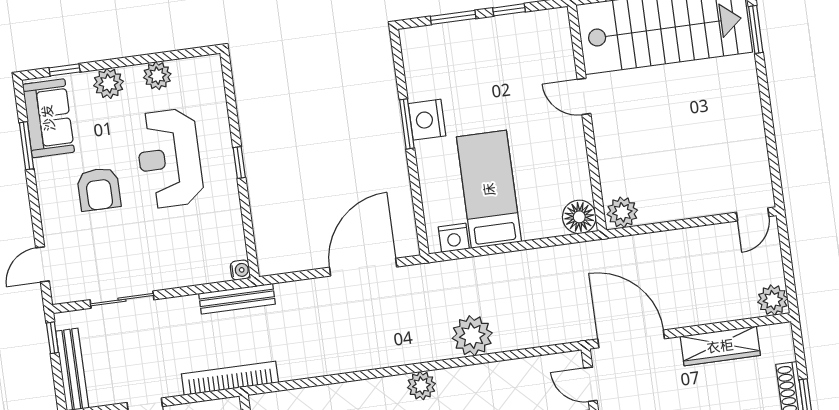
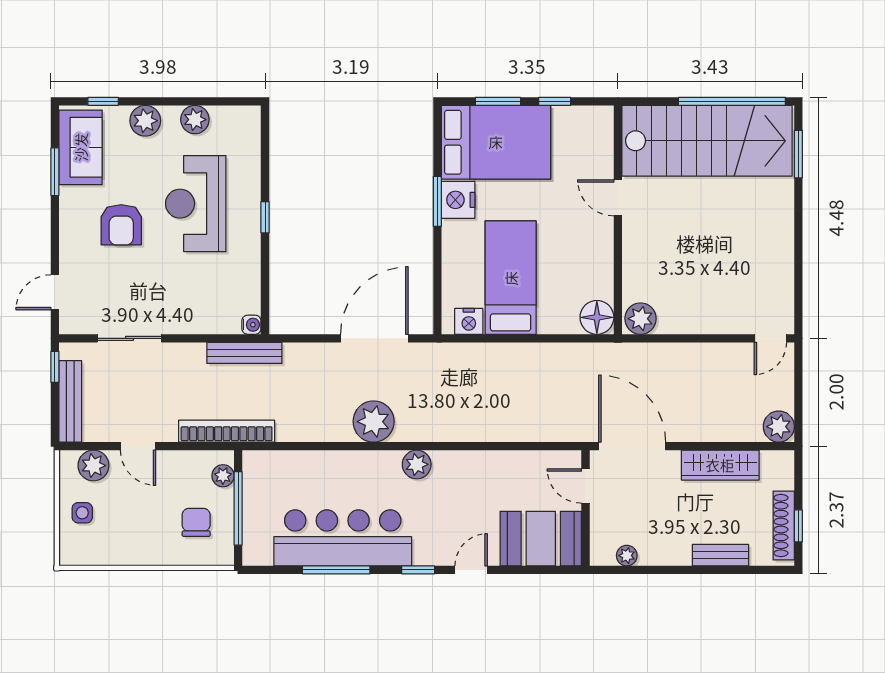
bed: (457, 58) -> (496, 142), added
plant: (472, 336) -> (374, 422), moved

